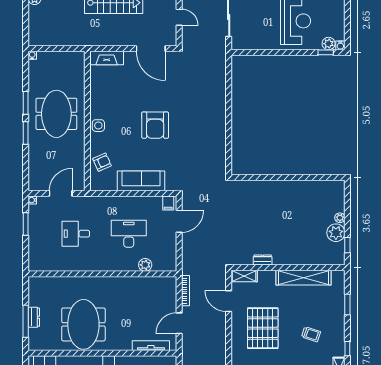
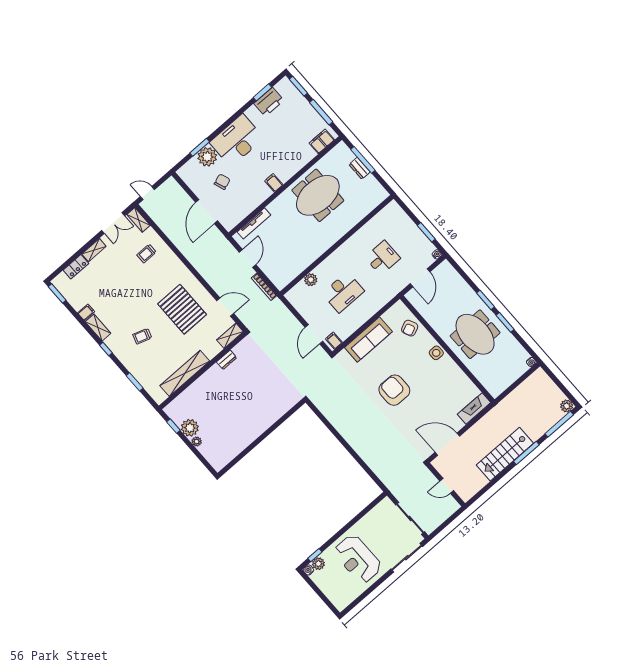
meeting table: (83, 324) -> (318, 195), turned 90

